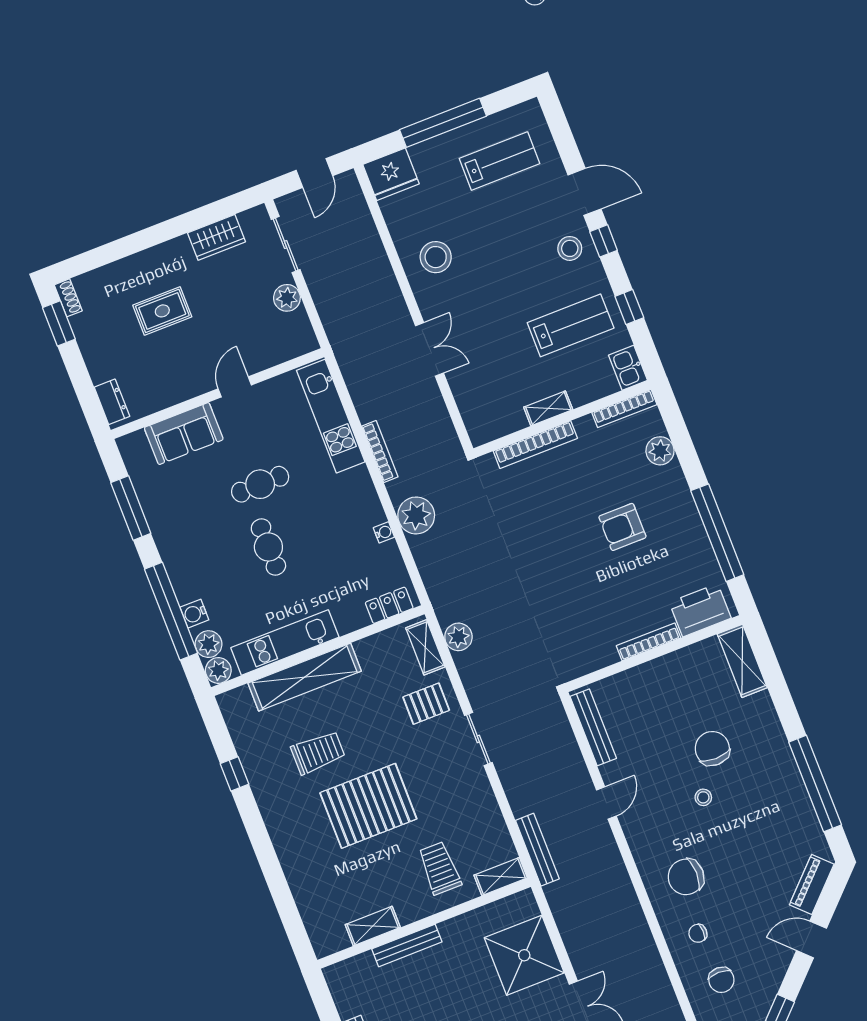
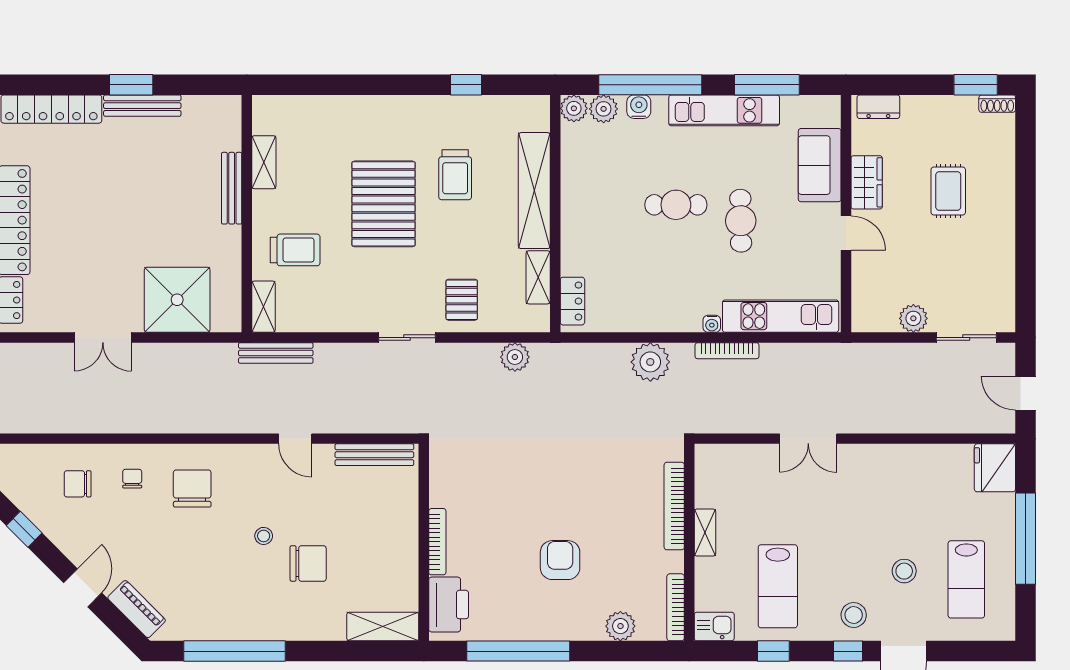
wardrobe: (216, 237) -> (867, 182), moved, turned 180
stool: (436, 257) -> (904, 571), moved, width x0.73, depth x0.73
water cooler: (384, 532) -> (712, 324), moved
kitchen unit: (285, 642) -> (724, 110), moved, turned 90
shelving: (425, 647) -> (538, 277), moved, turned 90

